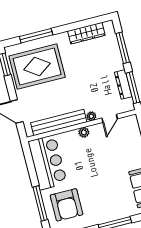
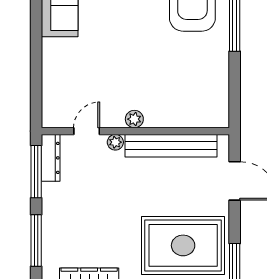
dresser: (123, 84) -> (51, 158), moved
bar counter: (47, 162) -> (206, 86), removed

